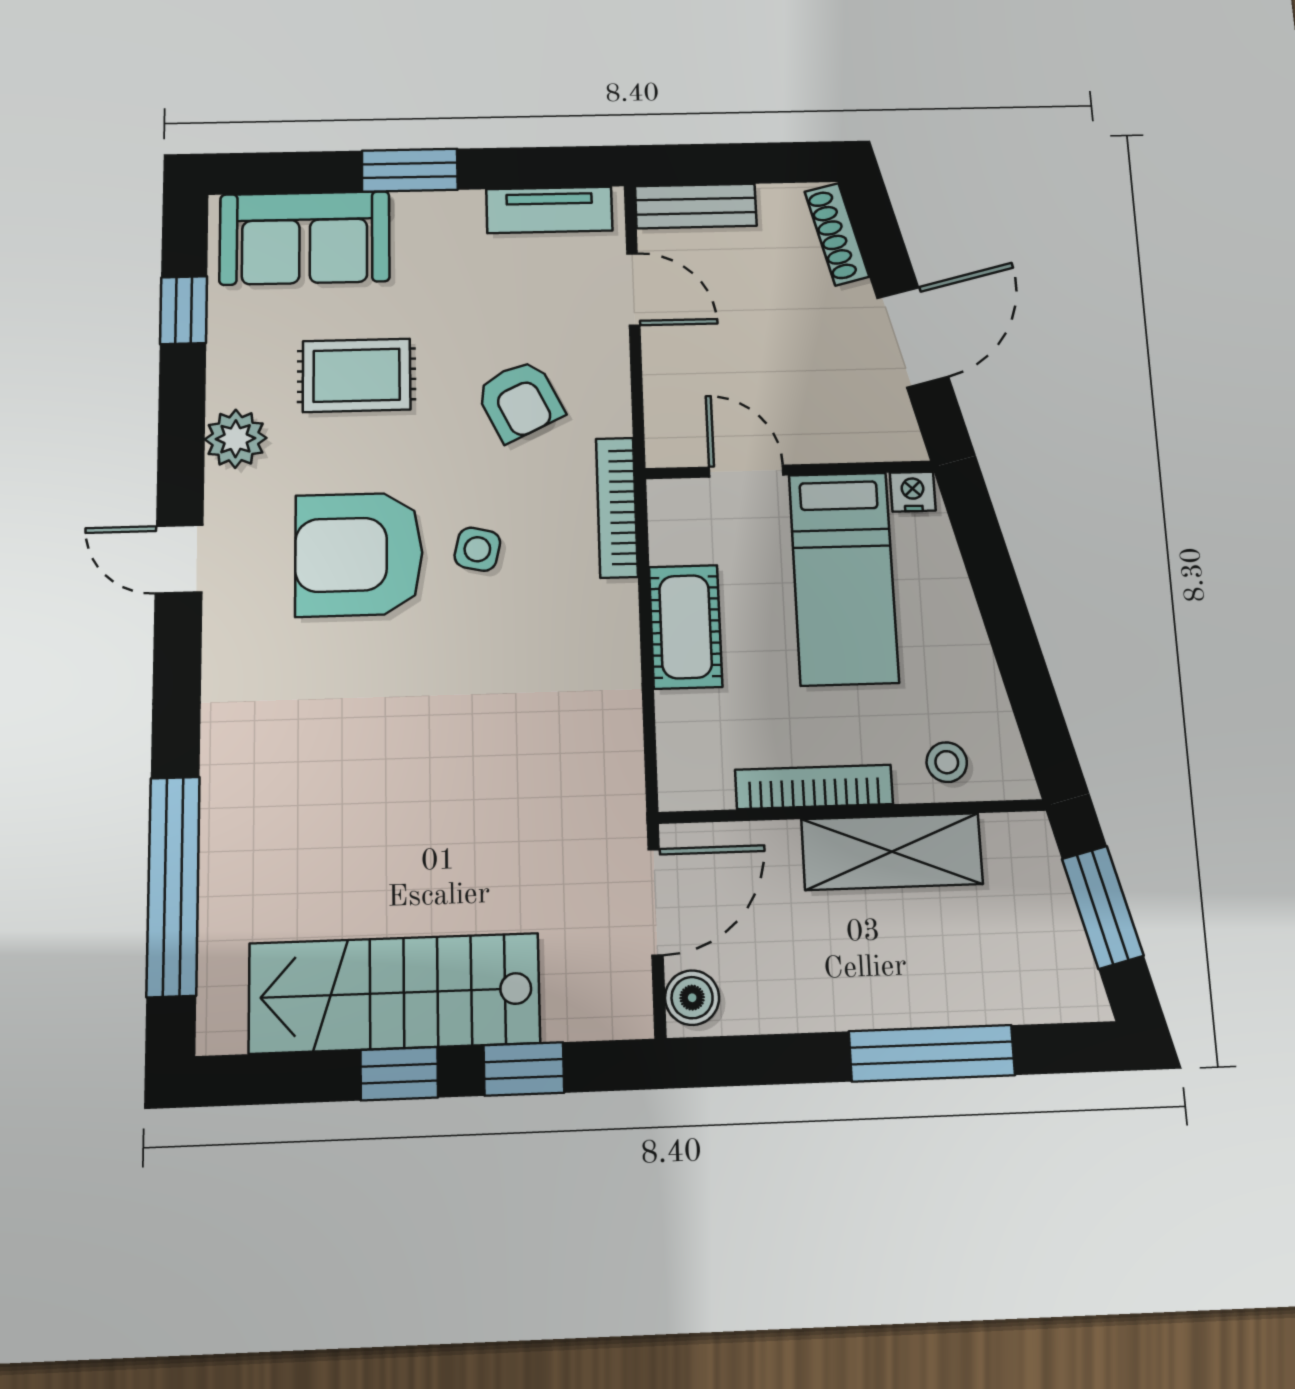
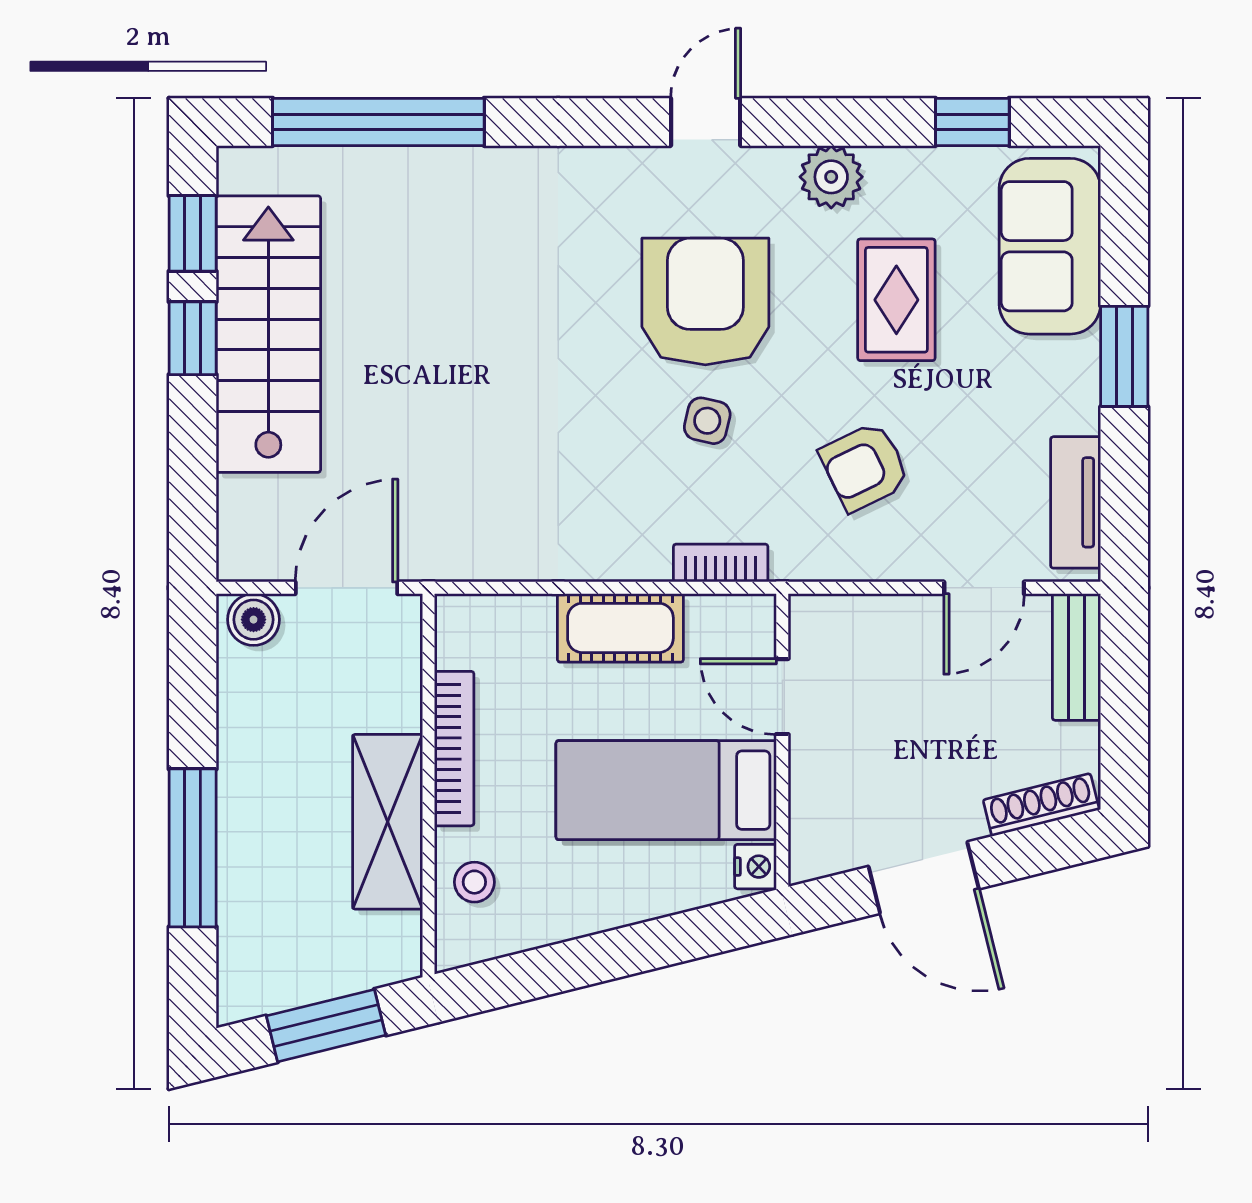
door: (746, 471) -> (782, 697), swing flipped
bookcase: (617, 507) -> (721, 563), width x0.64
door: (656, 902) -> (346, 588), swing flipped
window: (524, 1069) -> (193, 233), moved

